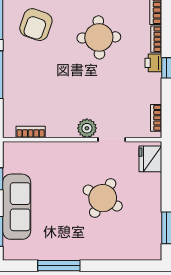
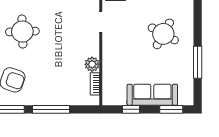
plant: (87, 128) -> (92, 64), moved
round table: (103, 198) -> (163, 34), moved

